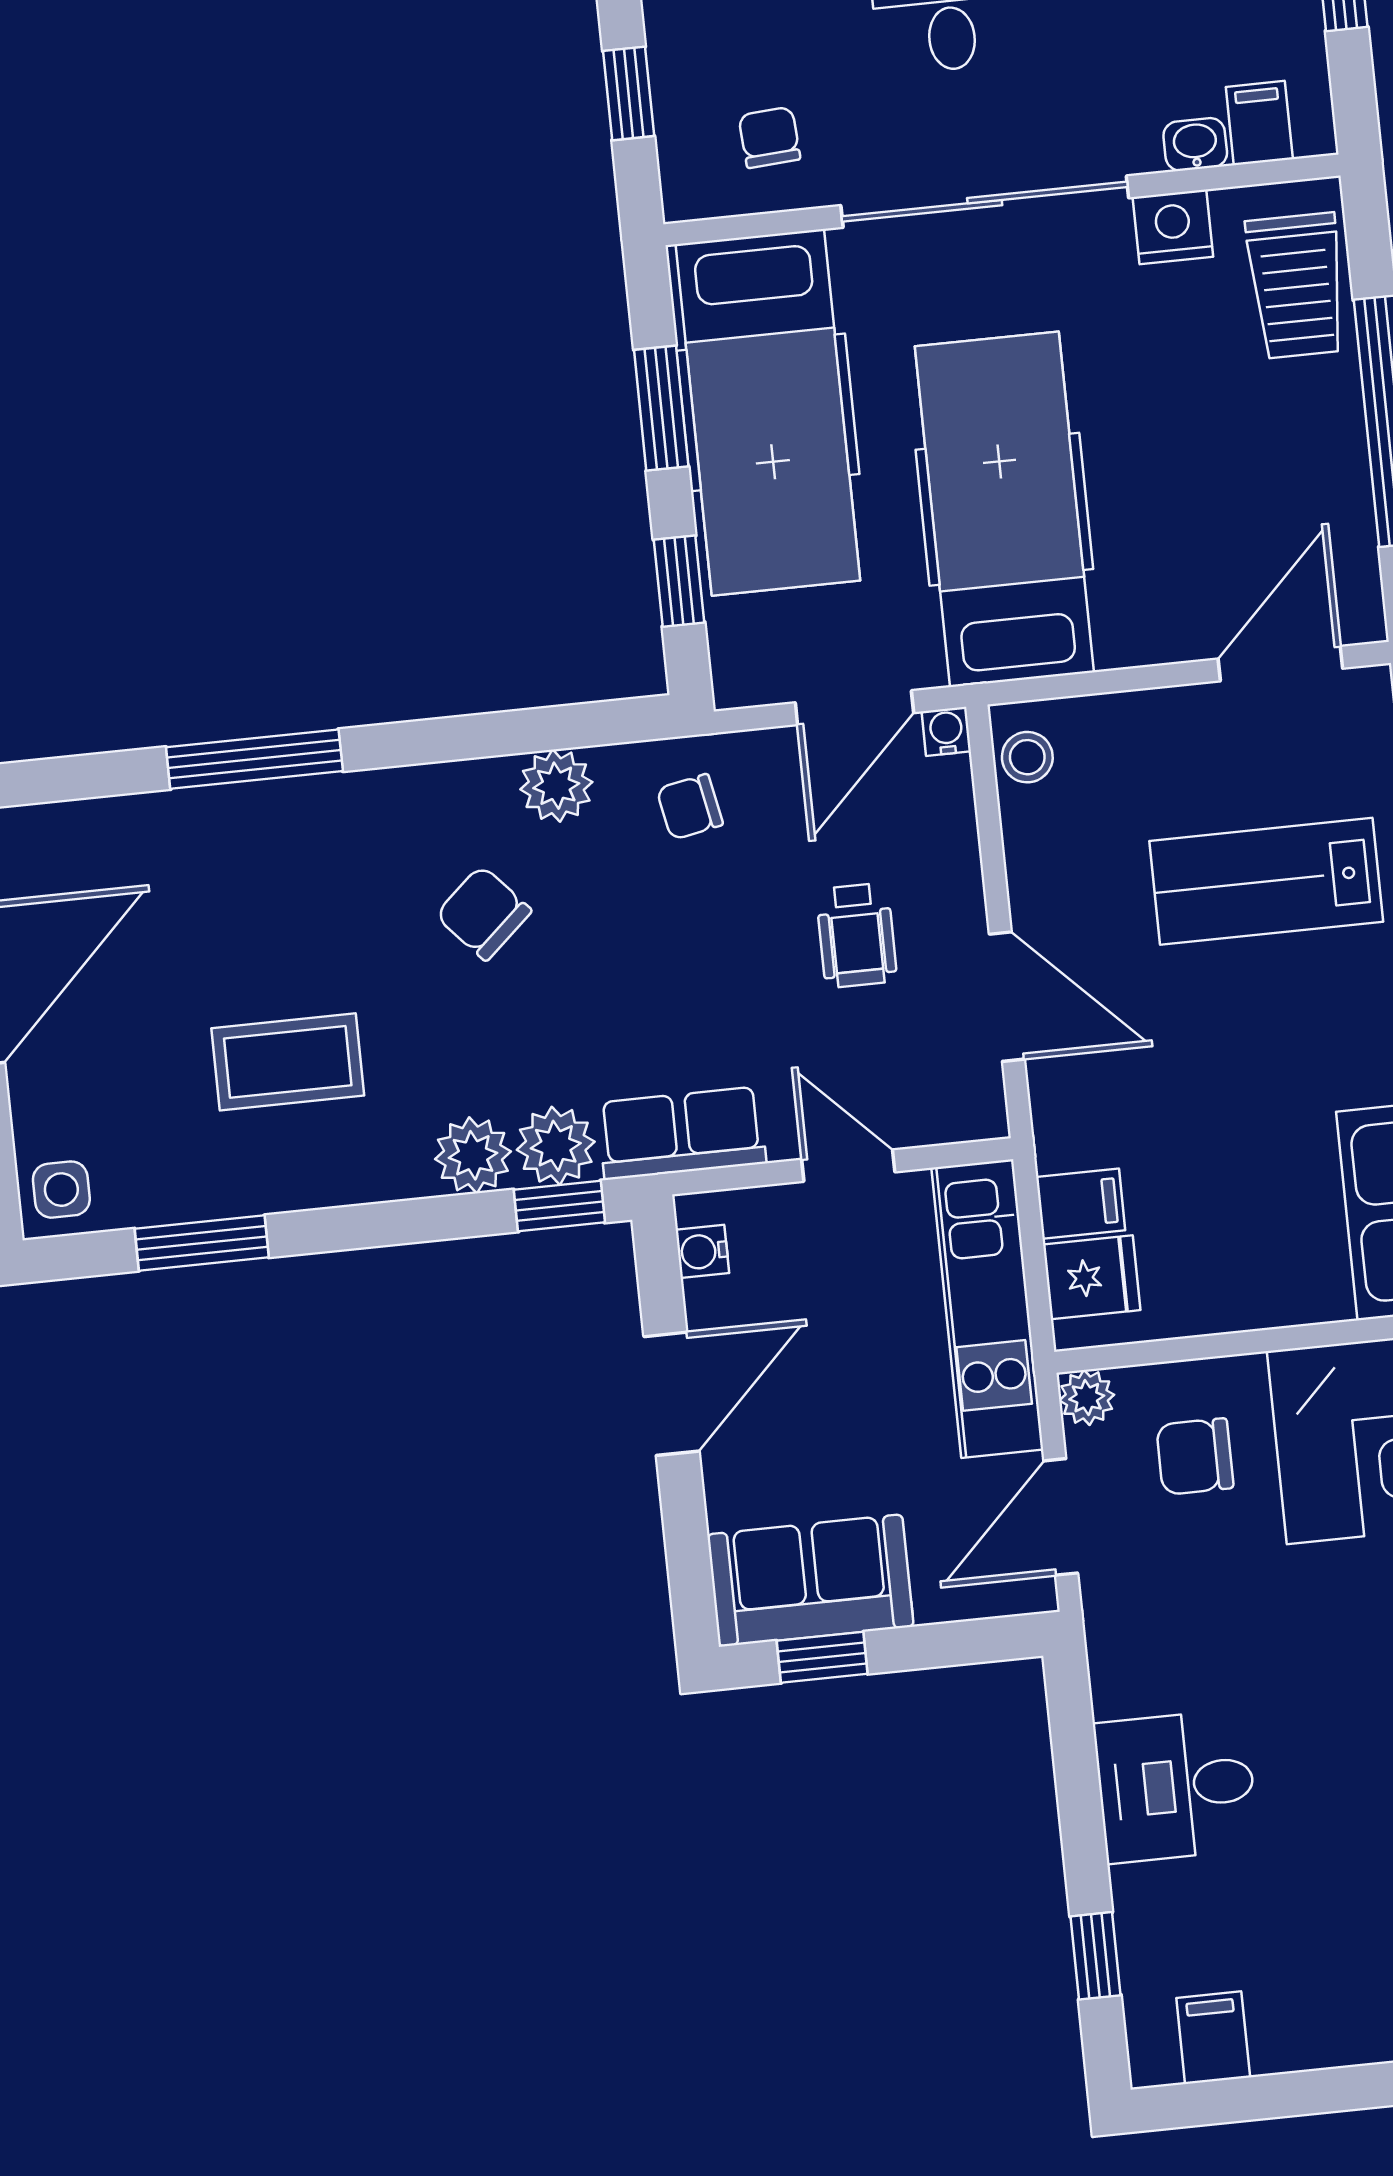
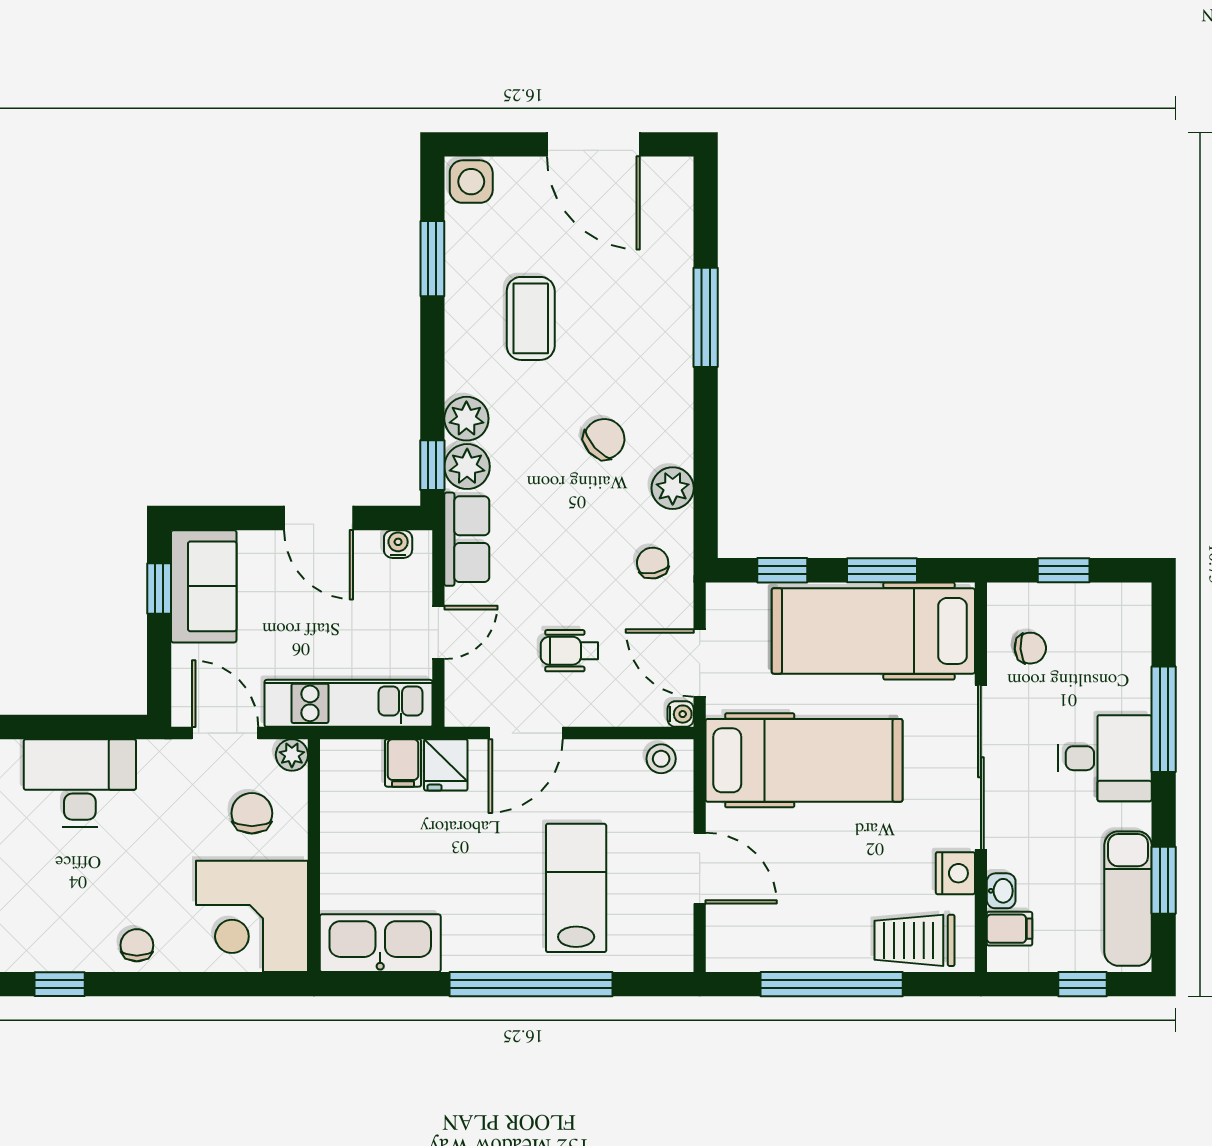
door: (1280, 664) -> (700, 868), moved
side table: (61, 1190) -> (471, 182), width x1.37, depth x1.37
fridge: (1092, 1277) -> (446, 765), moved
desk: (1176, 1786) -> (80, 783), width x1.37

